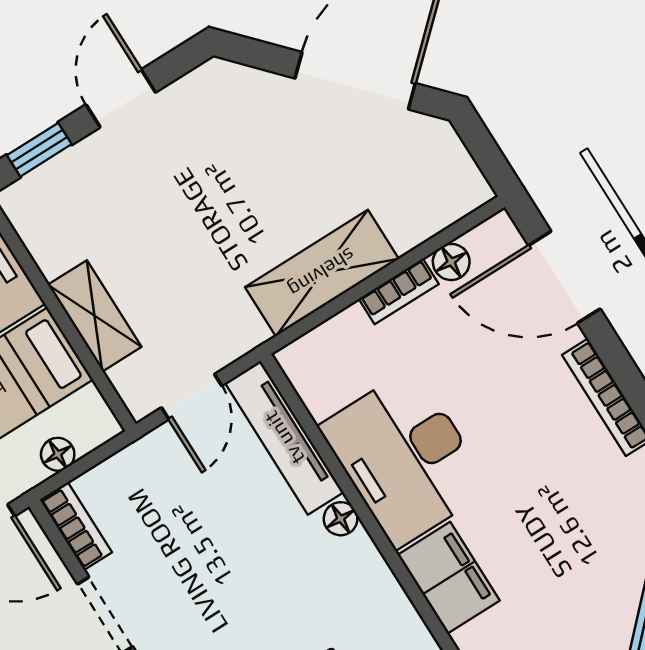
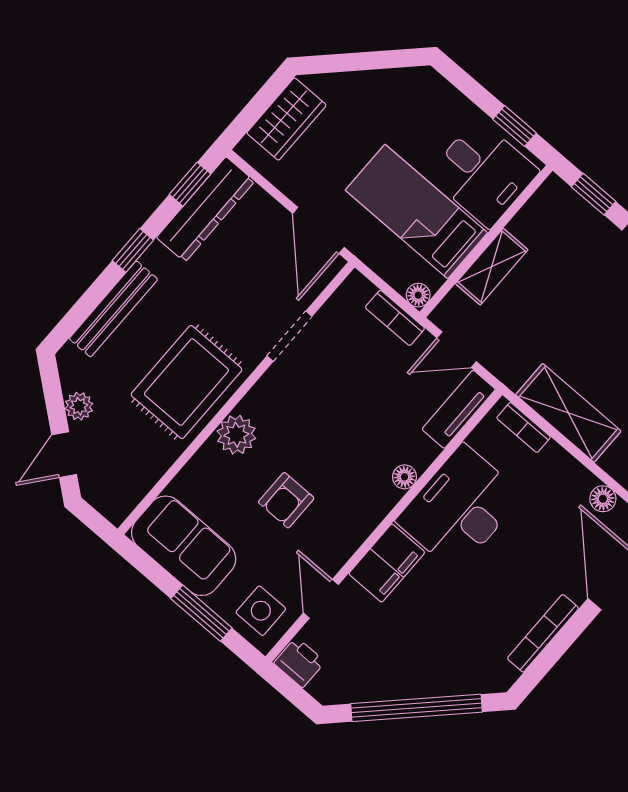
bookcase: (399, 291) -> (524, 427), moved
tv unit: (284, 438) -> (459, 409), width x0.71
floor lamp: (58, 454) -> (418, 295), moved
bookcase: (76, 526) -> (395, 318), moved, turned 90

